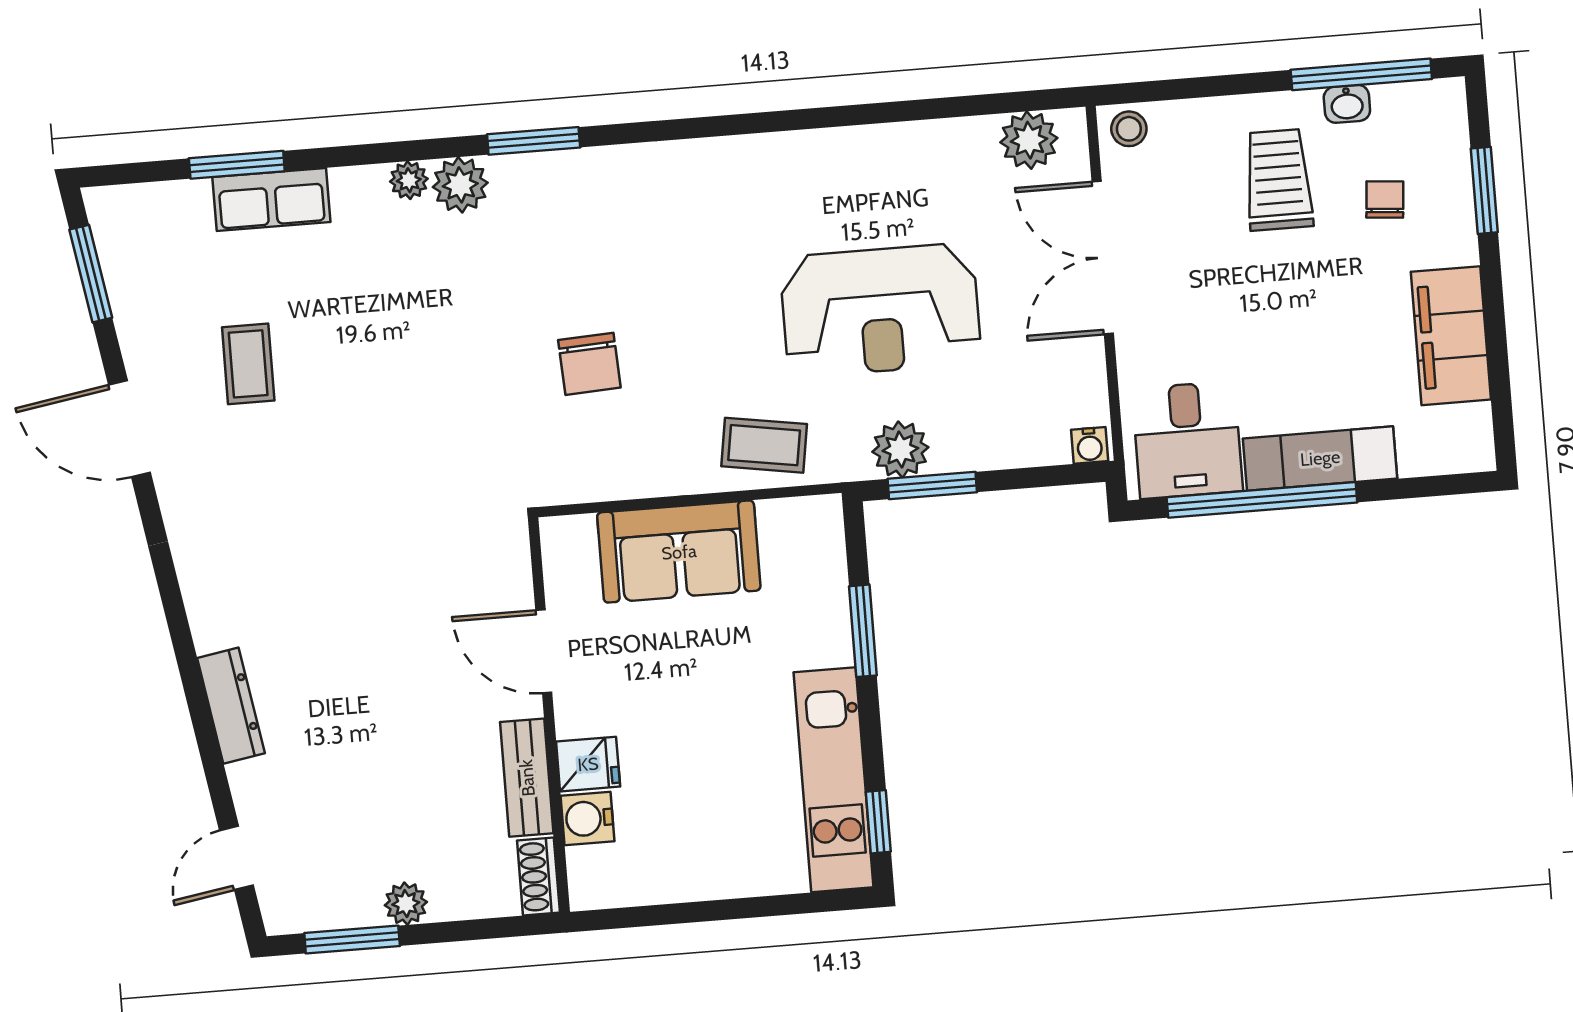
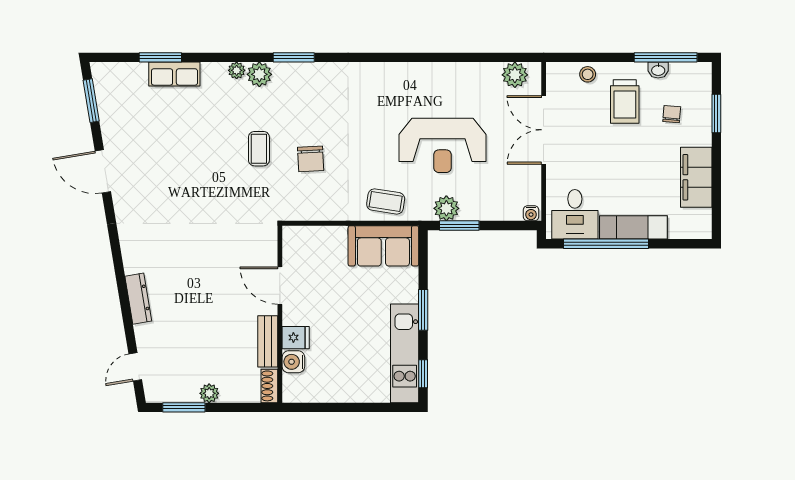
stool: (1129, 129) -> (588, 74), moved
trolley: (1278, 180) -> (625, 101), turned 180
coffee table: (248, 364) -> (259, 149), moved
sofa: (679, 552) -> (383, 246), moved
window: (863, 631) -> (423, 310), moved

